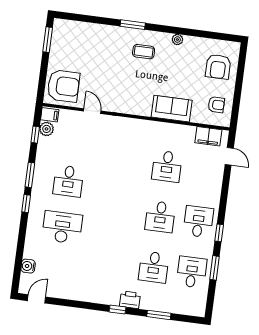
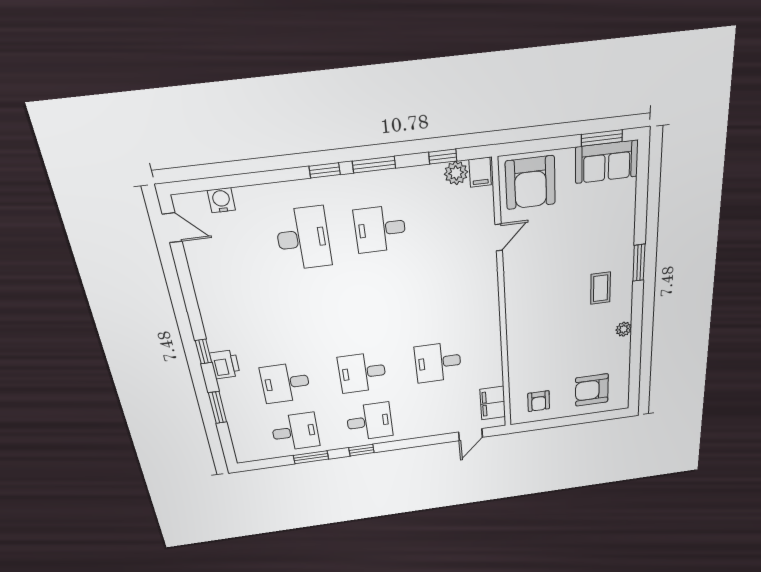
sofa: (172, 109) -> (607, 162), moved, turned 90

